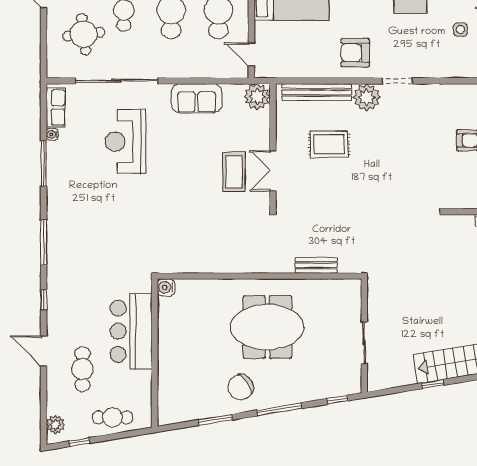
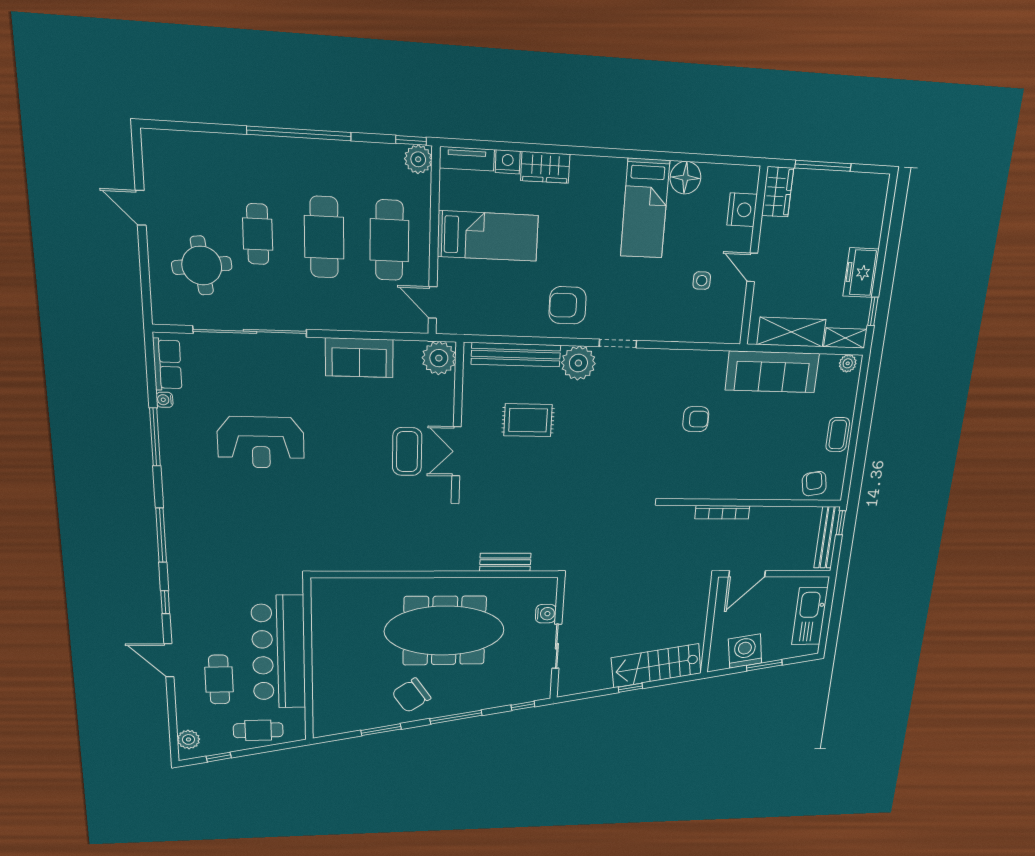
reception desk: (126, 142) -> (261, 442), moved, turned -90
water cooler: (166, 287) -> (546, 614), moved, turned 180
meeting table: (267, 327) -> (444, 631), width x1.36
bar counter: (131, 331) -> (279, 652), width x1.36

